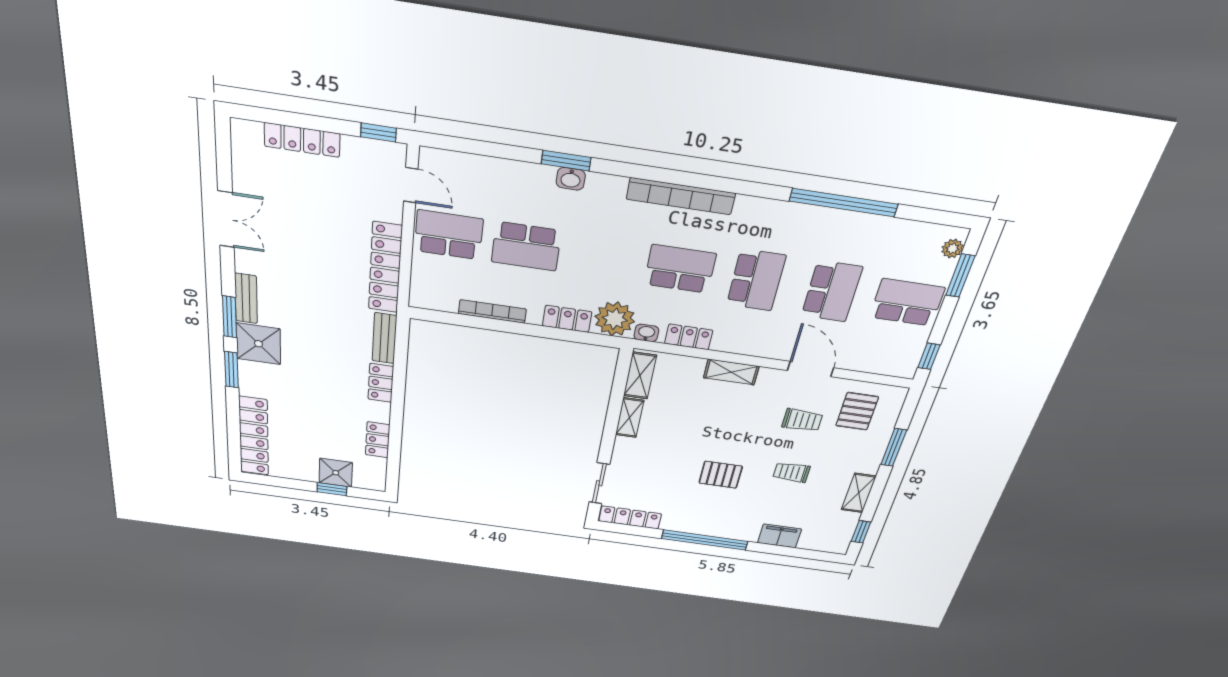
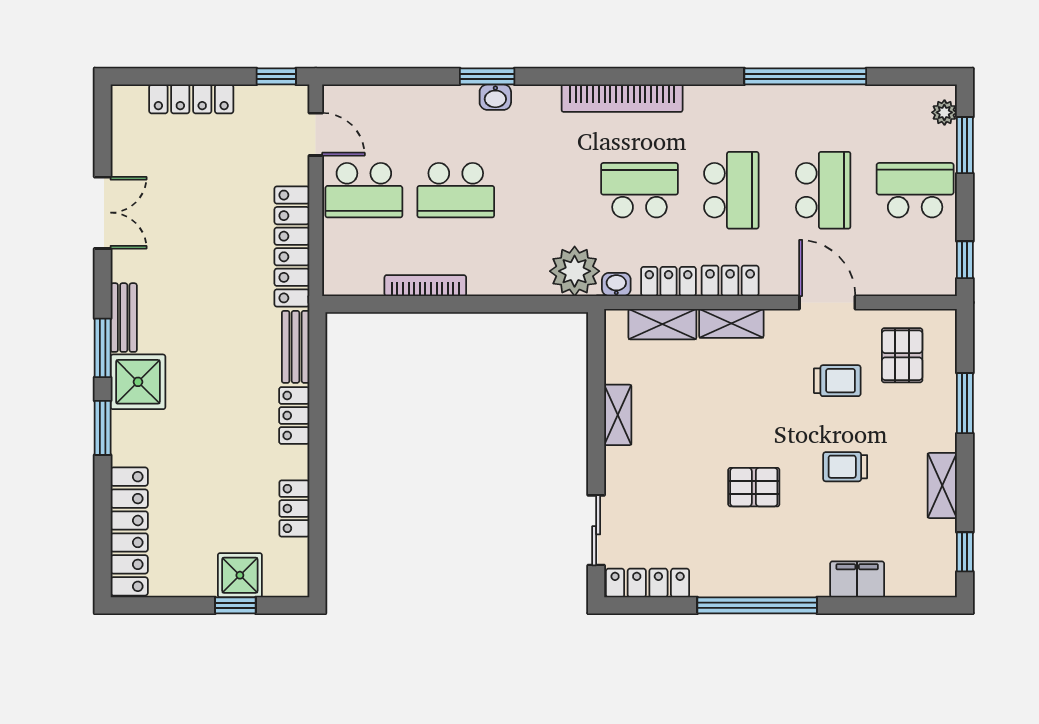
school desk: (449, 235) -> (364, 190), turned 180
locker: (567, 319) -> (730, 281), moved
shelving: (640, 376) -> (662, 324), moved, turned 90

